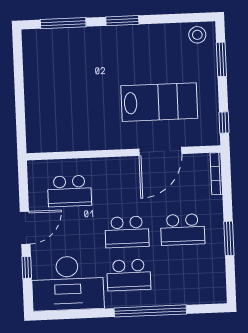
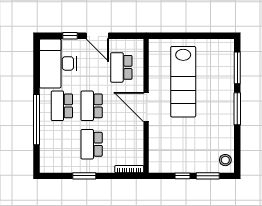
window: (122, 21) -> (237, 109), width x1.44
lab bench: (159, 102) -> (183, 82), moved, width x1.36
window: (224, 123) -> (182, 176), moved
door: (160, 151) -> (146, 107), moved

